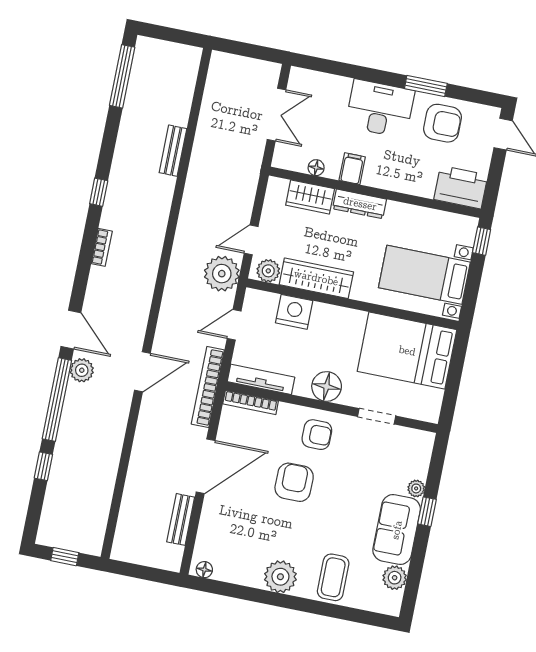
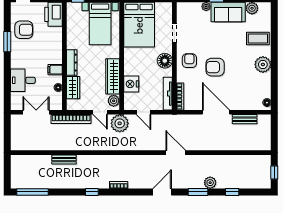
desk: (380, 109) -> (23, 80), moved, width x0.73
armchair: (443, 123) -> (24, 30), turned 90
plant: (82, 370) -> (210, 183), moved
bookcase: (208, 387) -> (71, 119), moved
window: (57, 400) -> (198, 192), width x0.47

